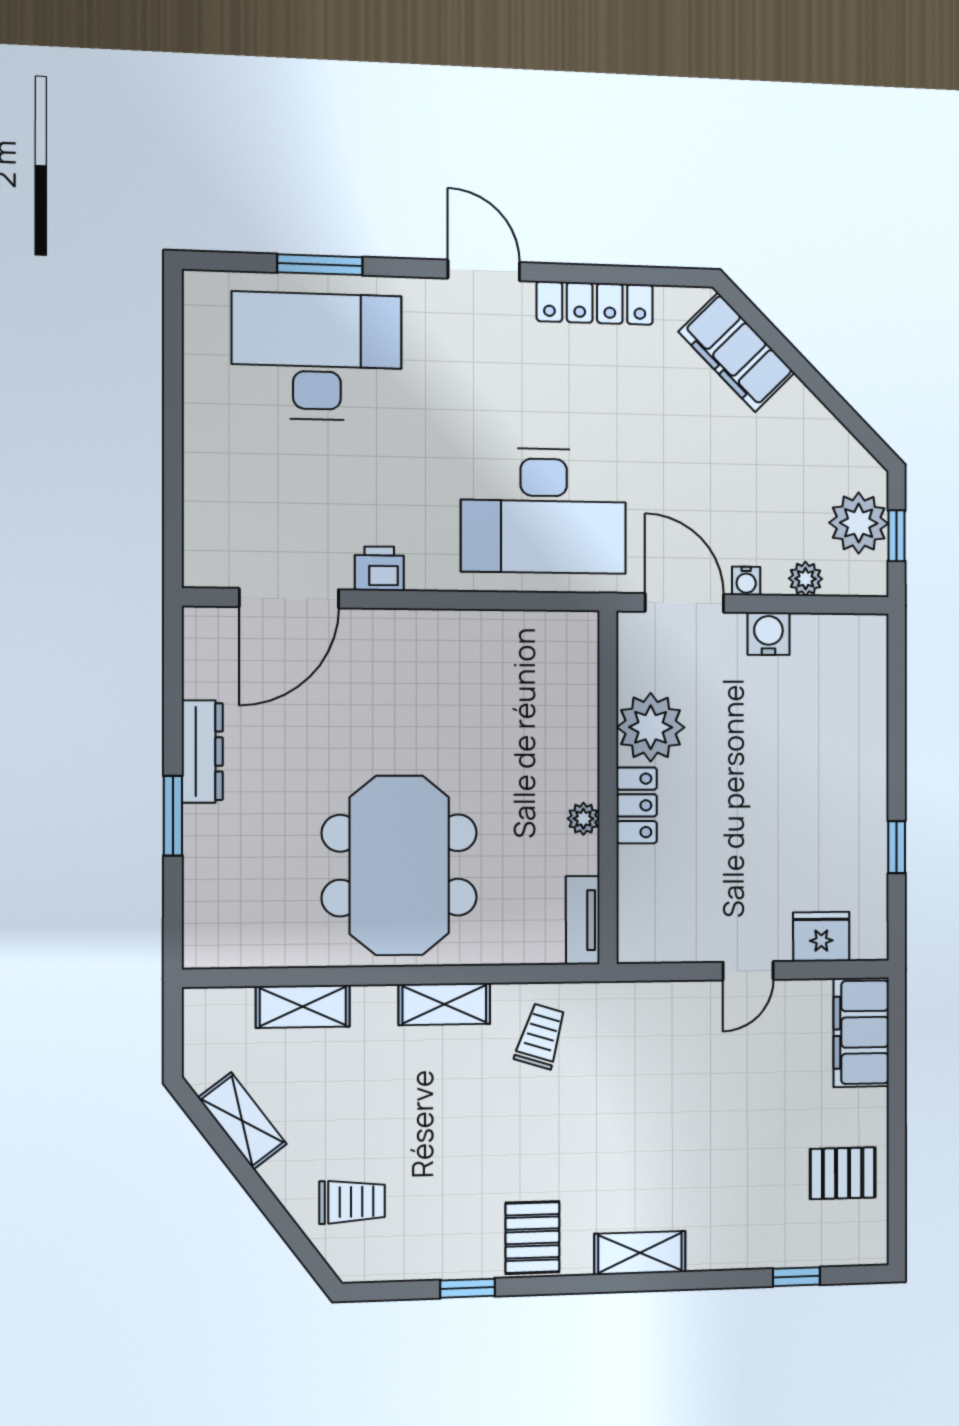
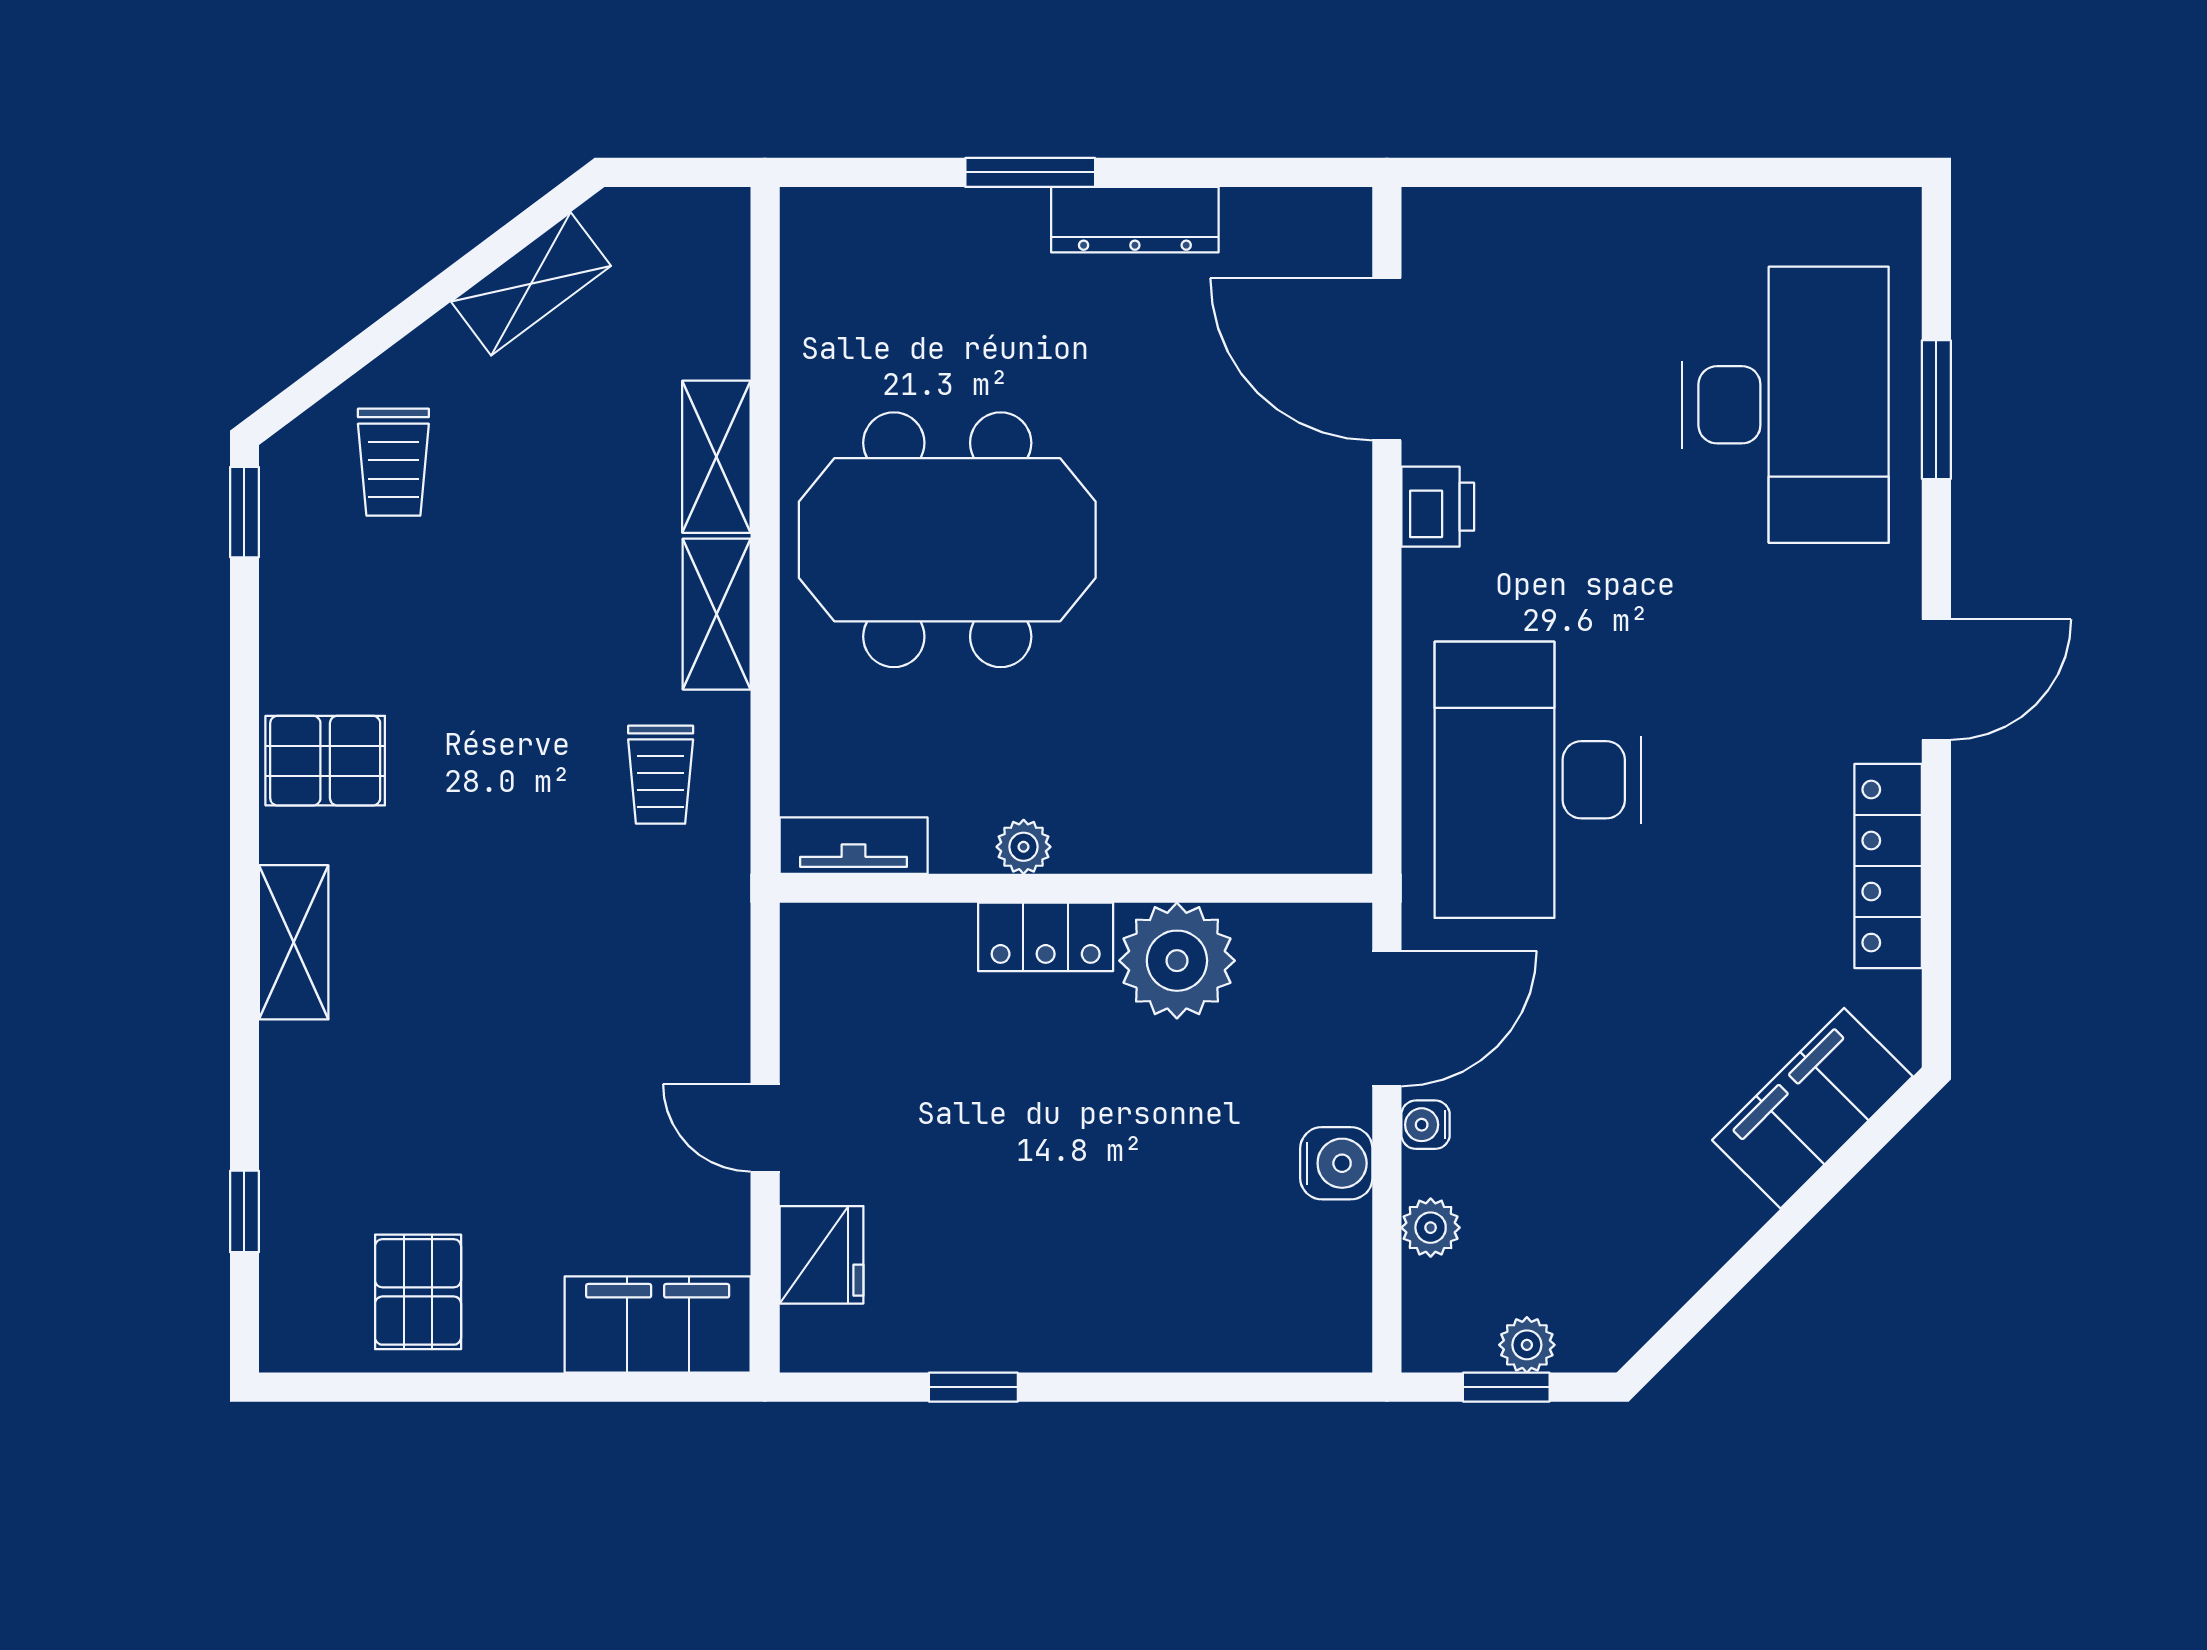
plant: (859, 523) -> (1527, 1345), width x0.53, depth x0.53
shelving: (303, 1006) -> (716, 457), moved
trolley: (541, 1036) -> (661, 775), turned 73
window: (468, 1288) -> (244, 512), moved

